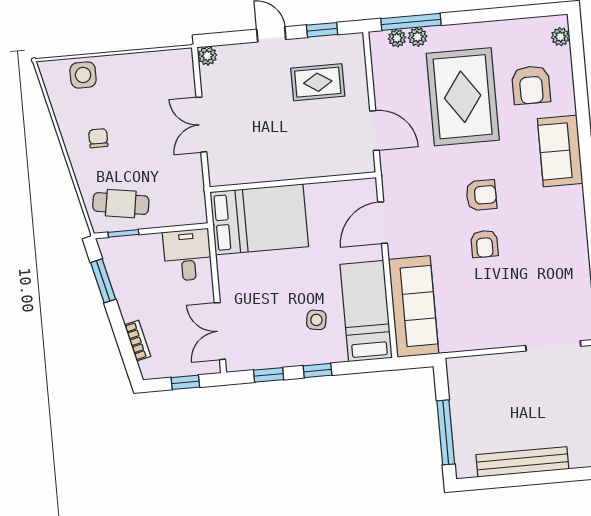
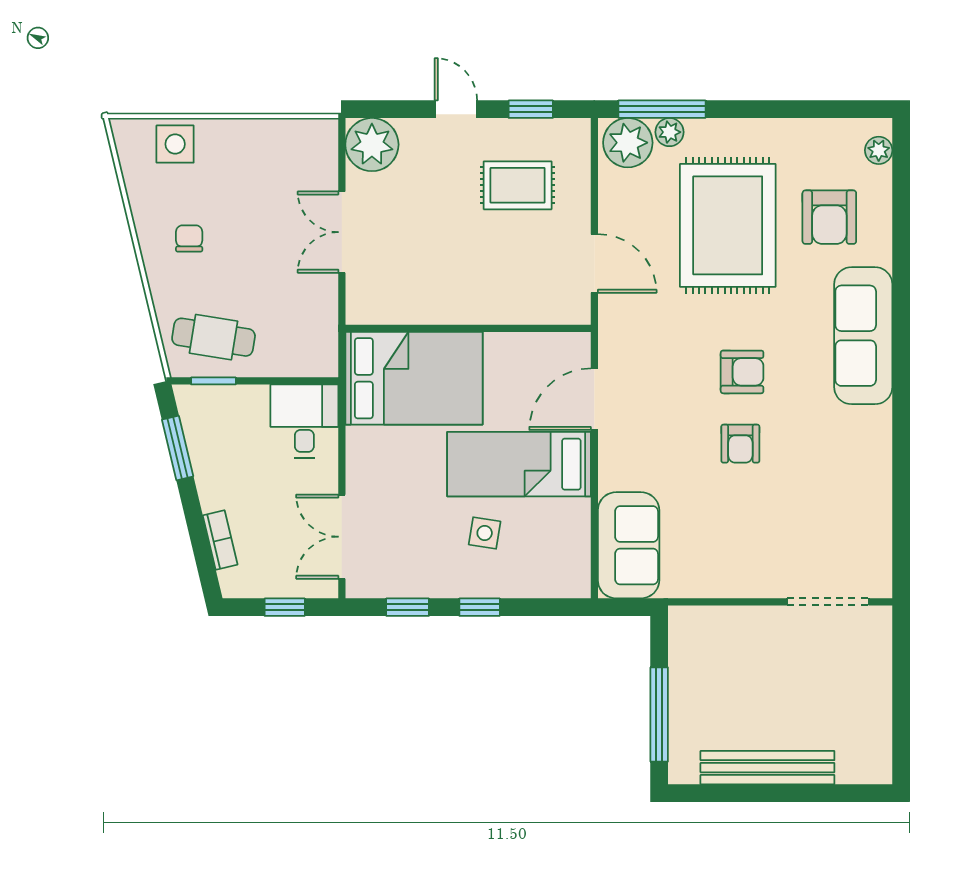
plant: (397, 38) -> (628, 143), width x1.88, depth x1.88
plant: (207, 56) -> (372, 145), width x1.88, depth x1.88
sofa: (560, 151) -> (863, 336), width x1.36
sofa: (414, 307) -> (629, 545), width x0.73
bed: (366, 311) -> (519, 464), moved, turned -90

